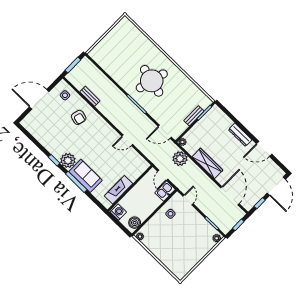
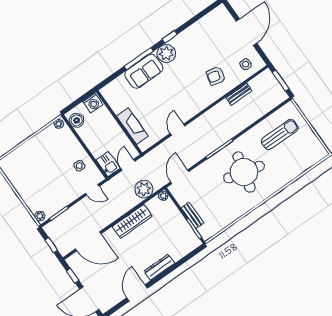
sun lounger: (116, 58) -> (280, 134), added
door: (163, 175) -> (128, 165), hinge flipped
fireplace: (119, 190) -> (132, 126), moved

